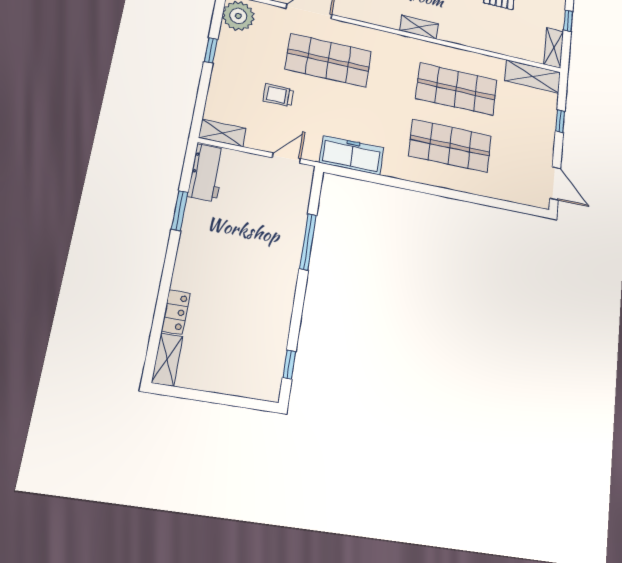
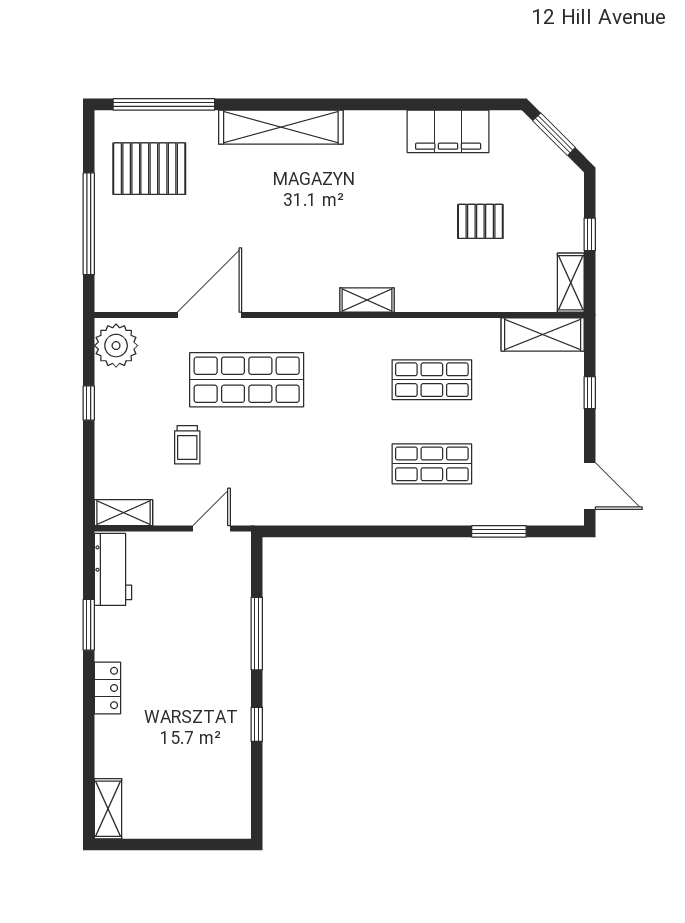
shop shelf: (457, 89) -> (432, 380), width x0.70, depth x0.74
trolley: (278, 95) -> (187, 445), turned -90
shop shelf: (450, 146) -> (432, 464), width x0.70, depth x0.74
freezer: (352, 155) -> (297, 506), removed
window: (491, 202) -> (499, 531), added
locker: (176, 312) -> (108, 688), moved
window: (289, 365) -> (257, 724), moved

